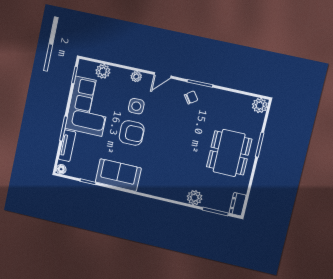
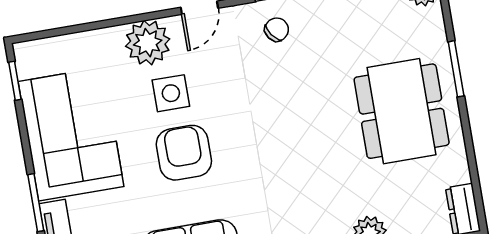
plant: (103, 71) -> (72, 49), removed
plant: (136, 77) -> (148, 43), width x1.88, depth x1.88
armchair: (132, 133) -> (184, 153), turned -90

